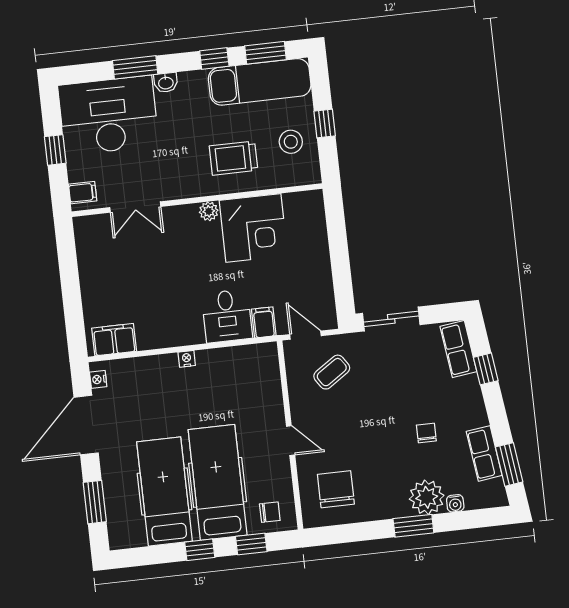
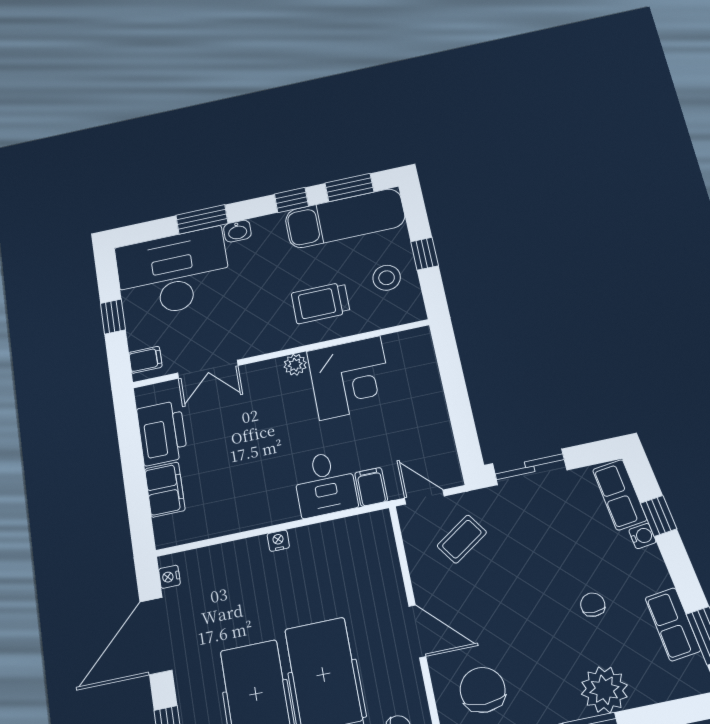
printer: (95, 259) -> (162, 433), added
filing cabinet: (114, 340) -> (165, 490), moved, turned 90
door: (291, 441) -> (417, 631), width x1.38
water cooler: (455, 503) -> (642, 536), moved, turned -97

